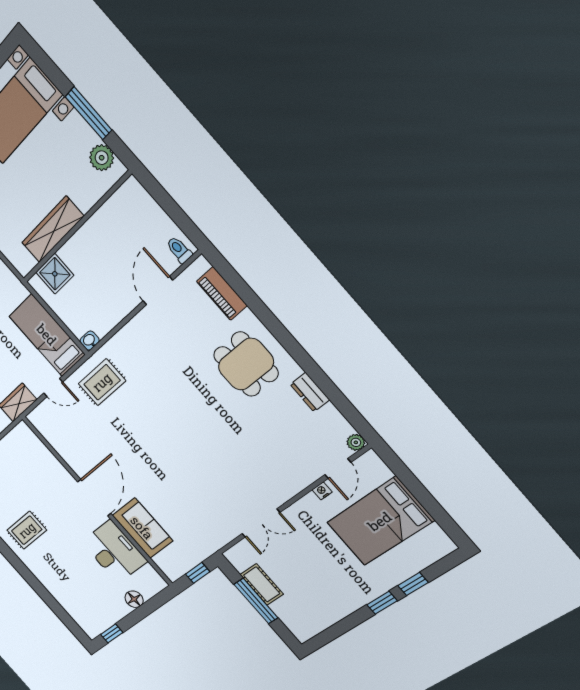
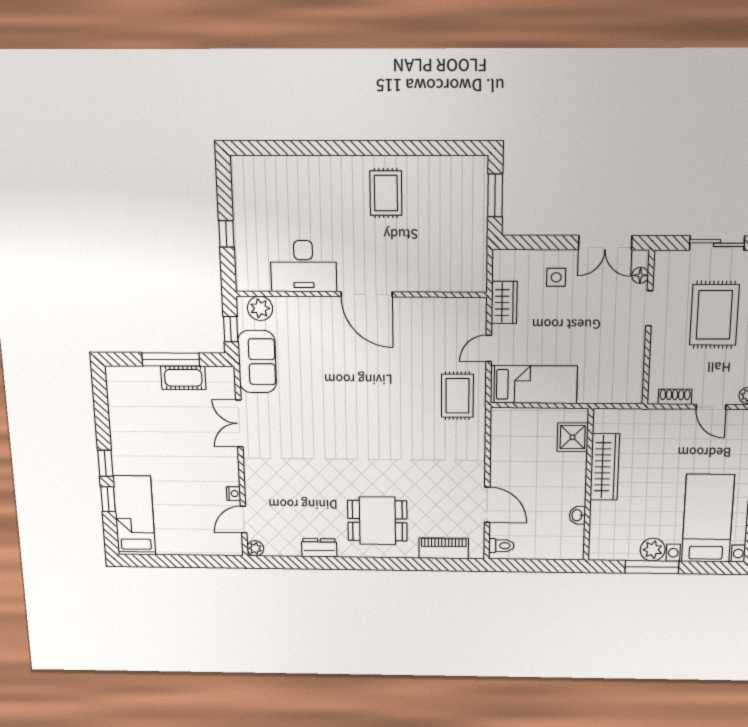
plant: (102, 158) -> (653, 550), moved
washbasin: (90, 341) -> (577, 515), moved, turned 180
door: (338, 469) -> (244, 520), hinge flipped
bed: (380, 521) -> (134, 515), moved, width x0.67
sofa: (142, 528) -> (257, 362), moved, turned -90
plant: (166, 562) -> (260, 308), added
floor lamp: (134, 599) -> (244, 243), removed
window: (112, 633) -> (226, 234), moved

